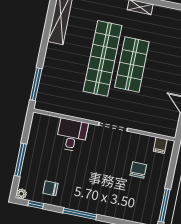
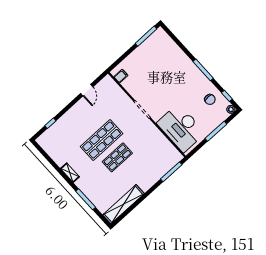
shop shelf: (103, 58) -> (117, 157), width x0.50, depth x0.74
desk: (72, 135) -> (181, 128), width x1.87, depth x1.30
chair: (138, 170) -> (146, 71), removed

